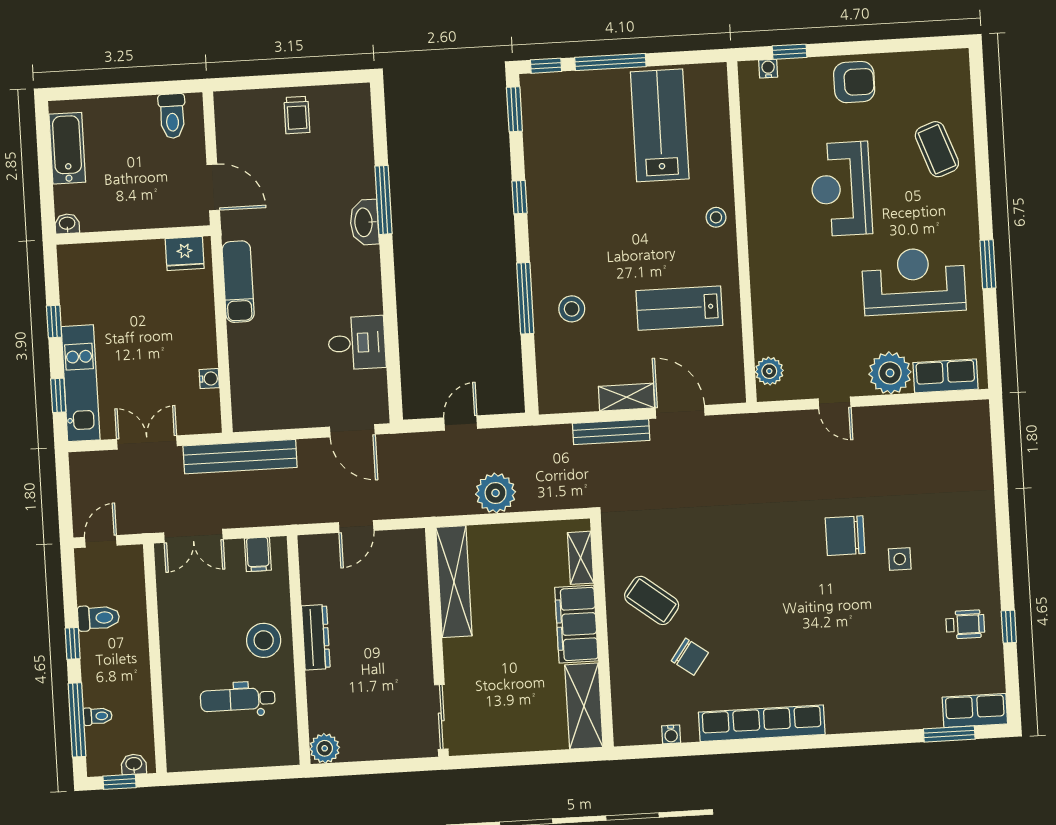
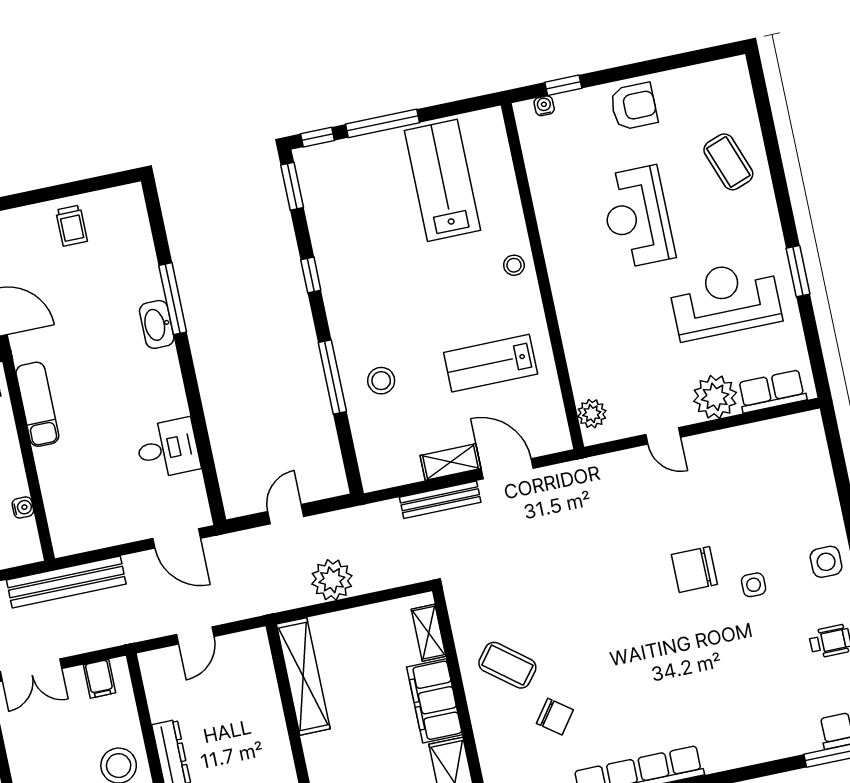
side table: (973, 547) -> (826, 562), added

